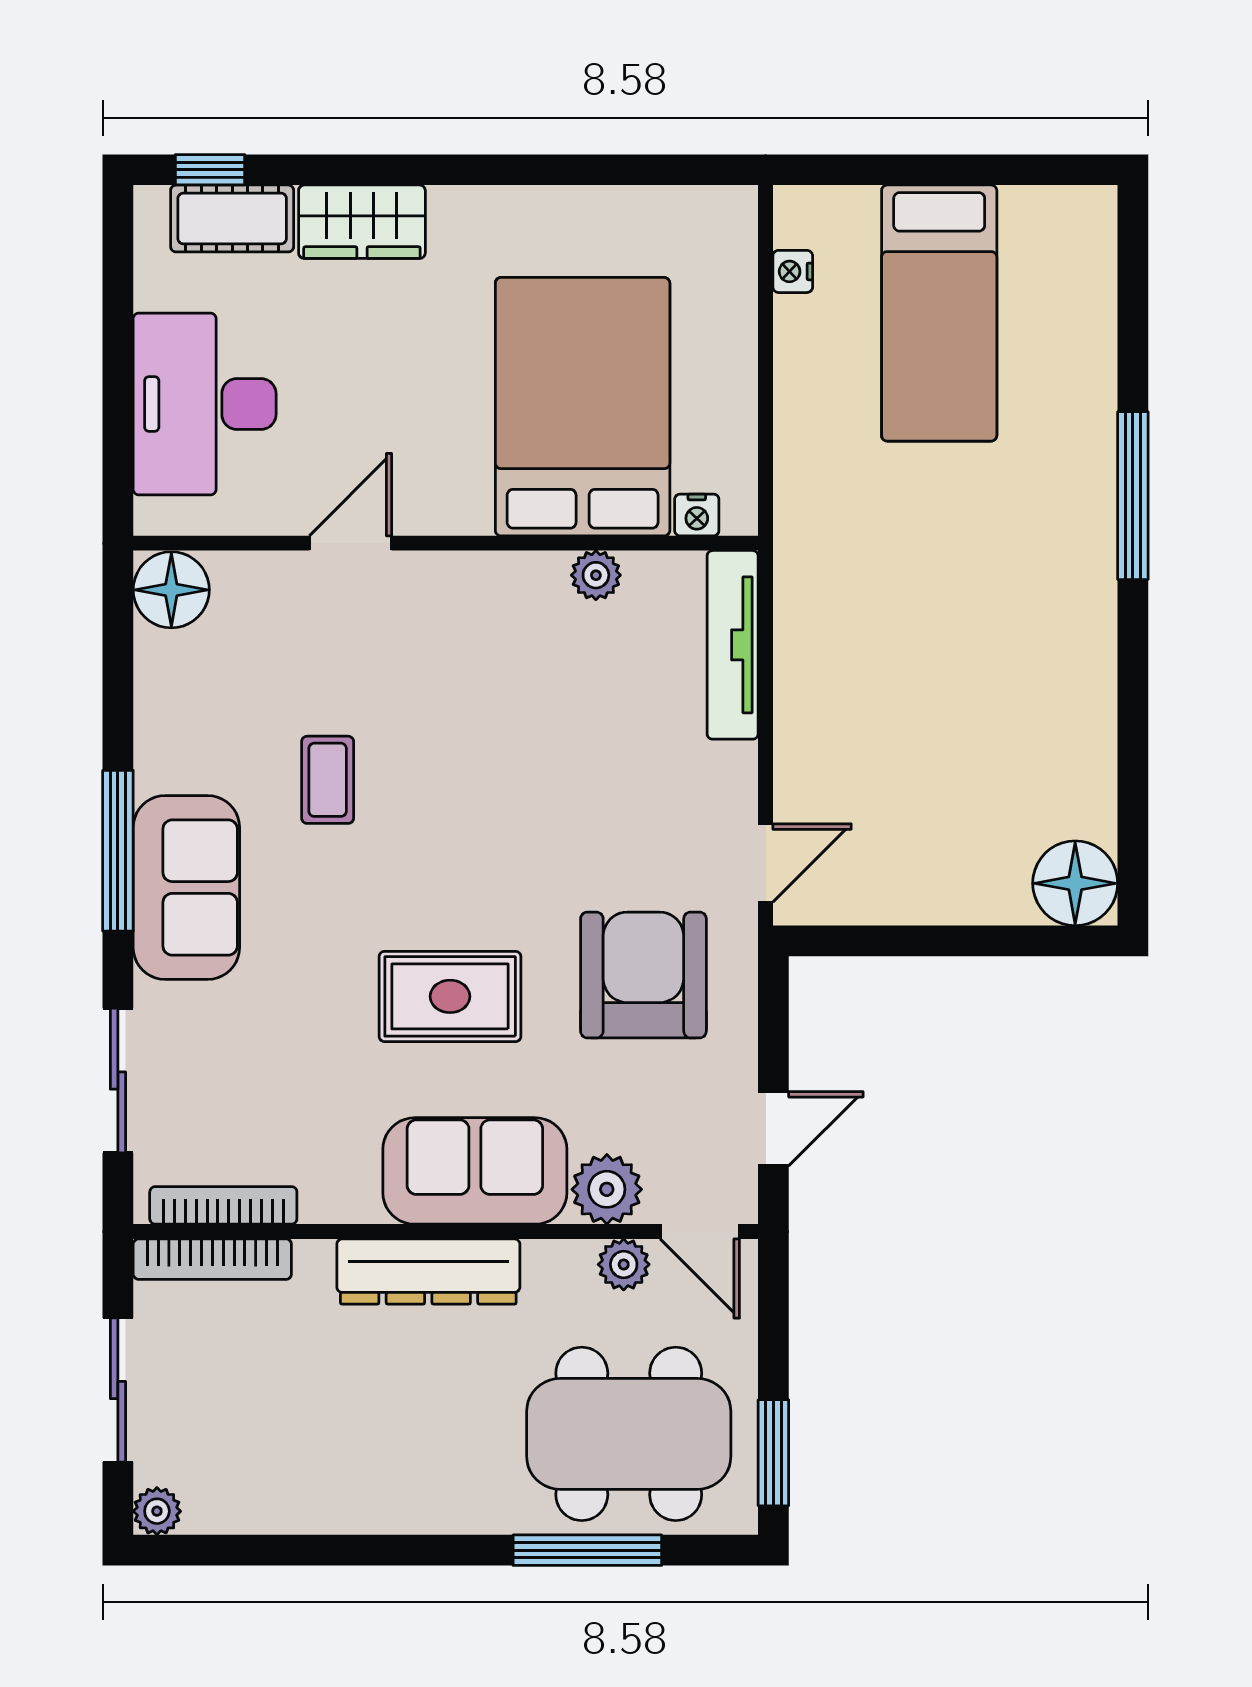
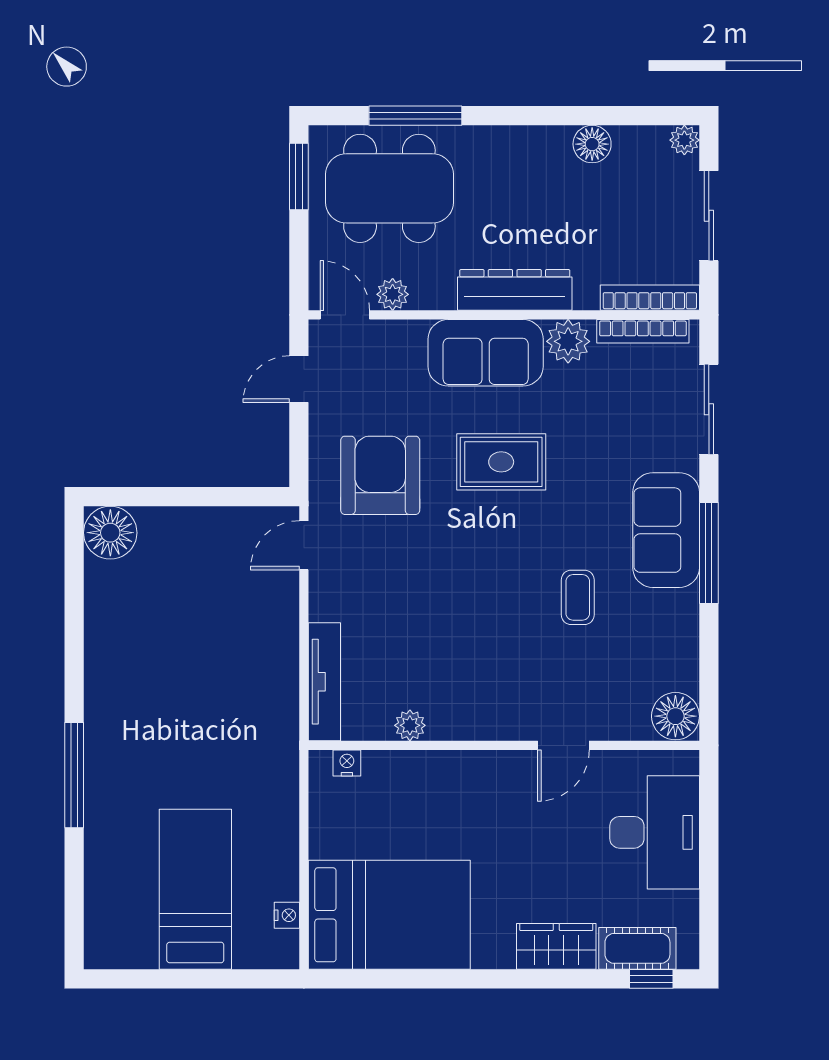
bed: (583, 407) -> (389, 915), moved, turned -90
armchair: (643, 975) -> (380, 475), turned 180
plant: (607, 1189) -> (568, 341), moved
floor lamp: (305, 1505) -> (592, 144), added

